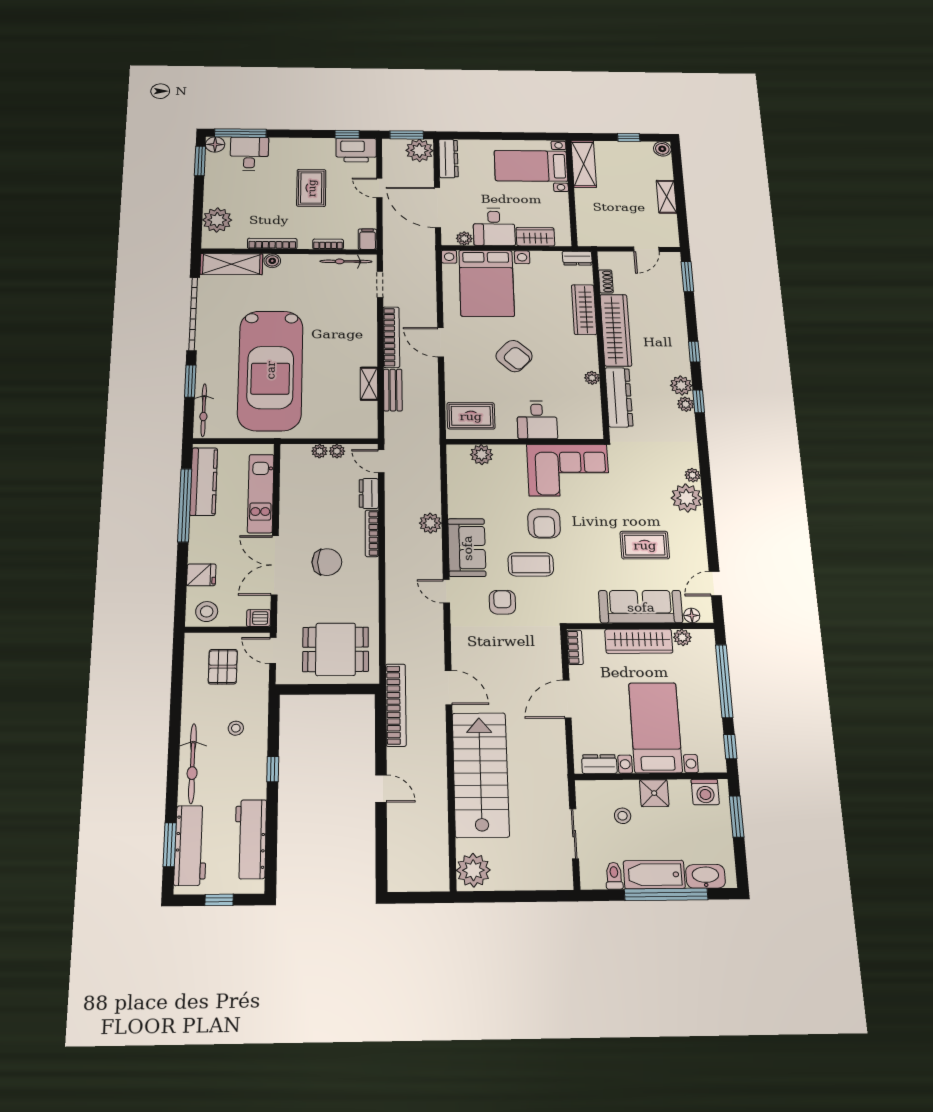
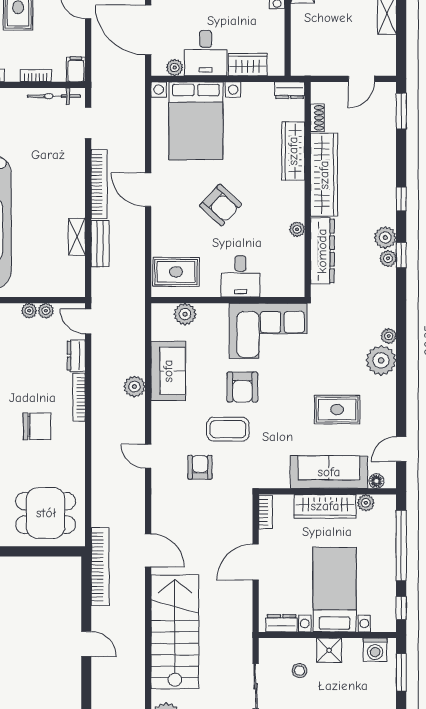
sofa: (467, 548) -> (168, 371), moved

